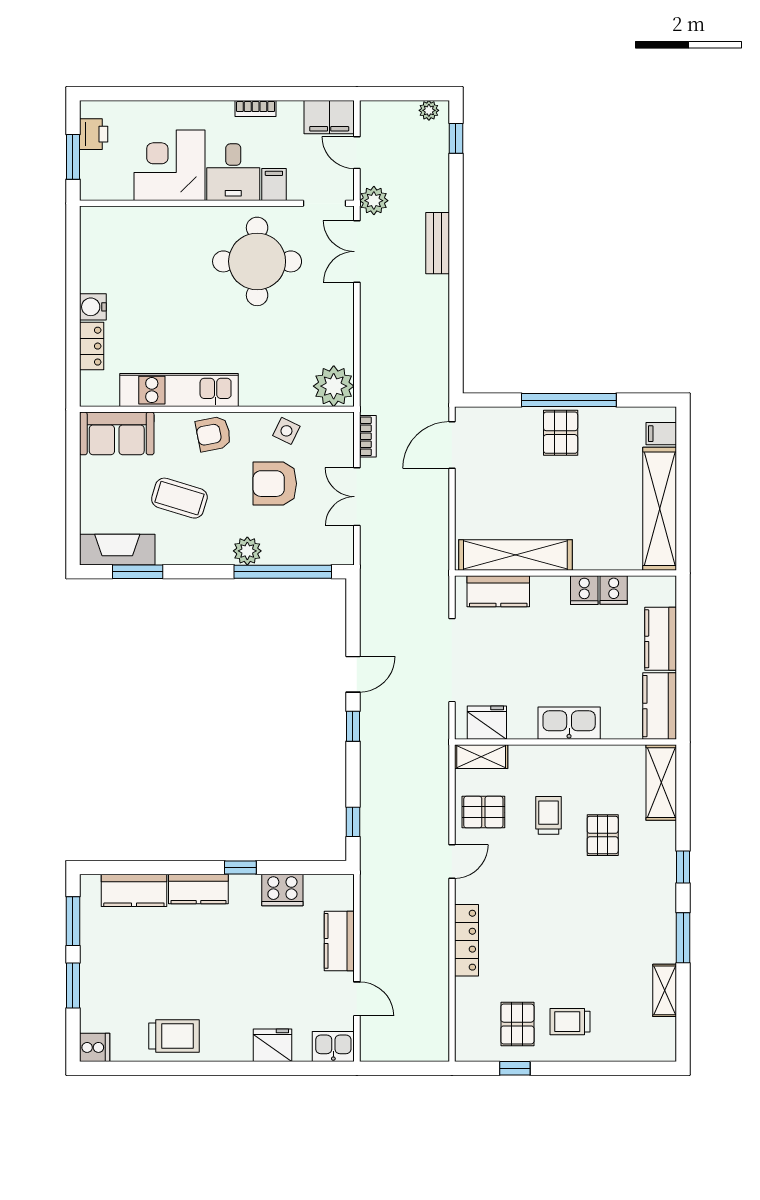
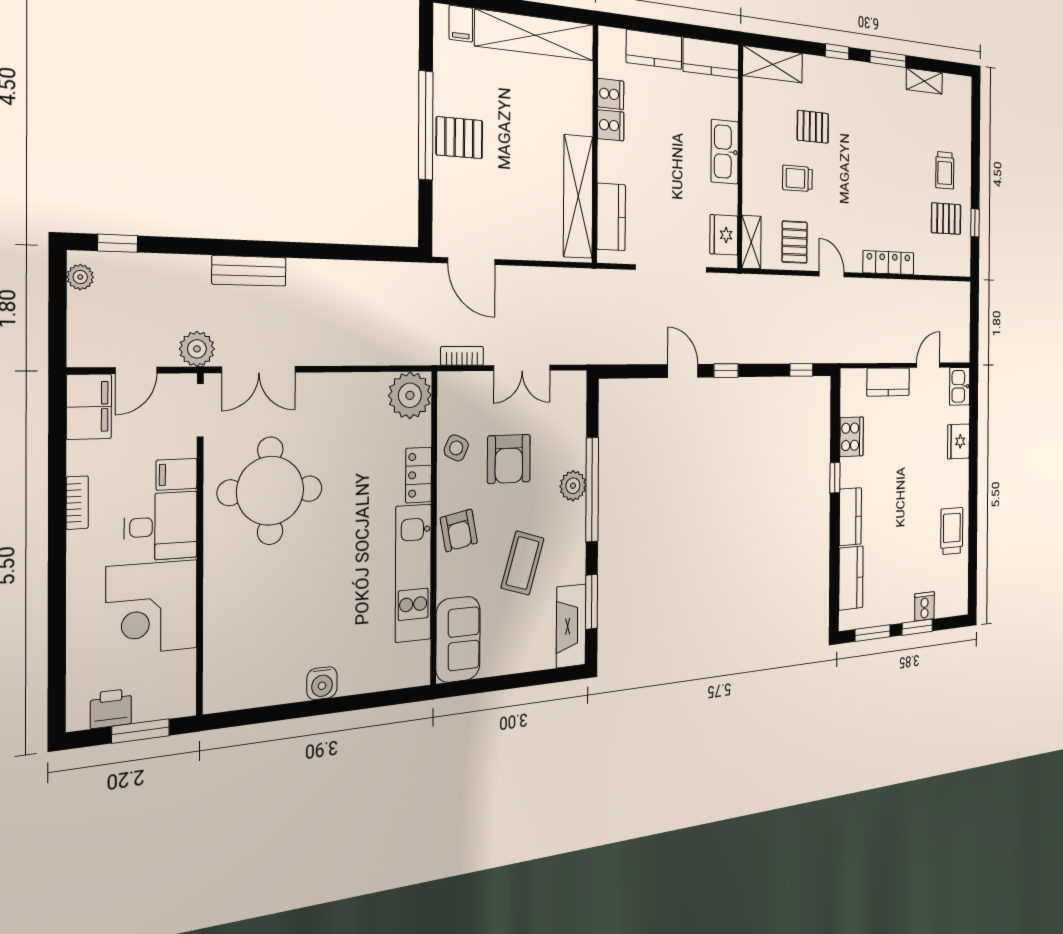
locker: (92, 346) -> (419, 475), moved, turned -90
window: (283, 572) -> (592, 490), moved
cooker: (95, 1047) -> (925, 606), moved

